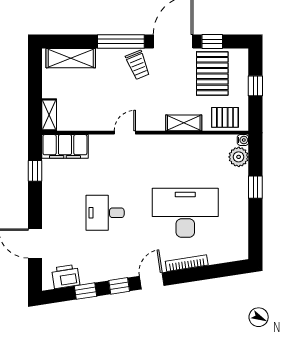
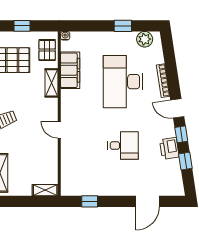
filing cabinet: (65, 146) -> (70, 70), moved
plant: (239, 157) -> (145, 39), moved
window: (255, 187) -> (123, 26), moved
desk: (105, 213) -> (123, 146), turned -90
printer: (66, 276) -> (169, 148), moved

